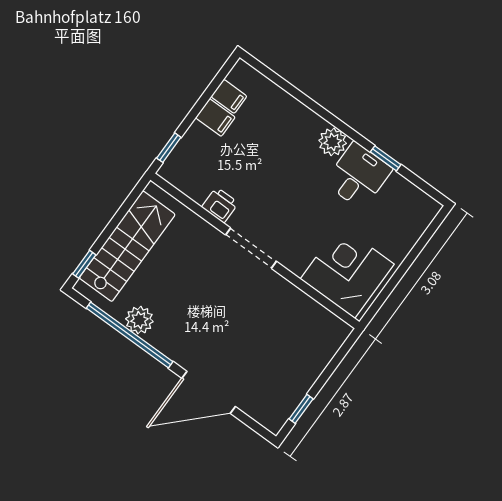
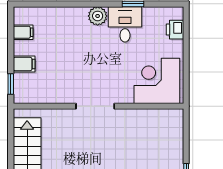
filing cabinet: (215, 117) -> (24, 64), moved
printer: (220, 205) -> (175, 30), moved, turned -90

